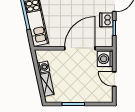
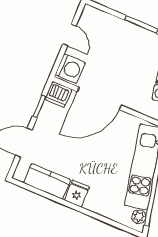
dishwasher: (106, 20) -> (58, 94), moved, turned 90

